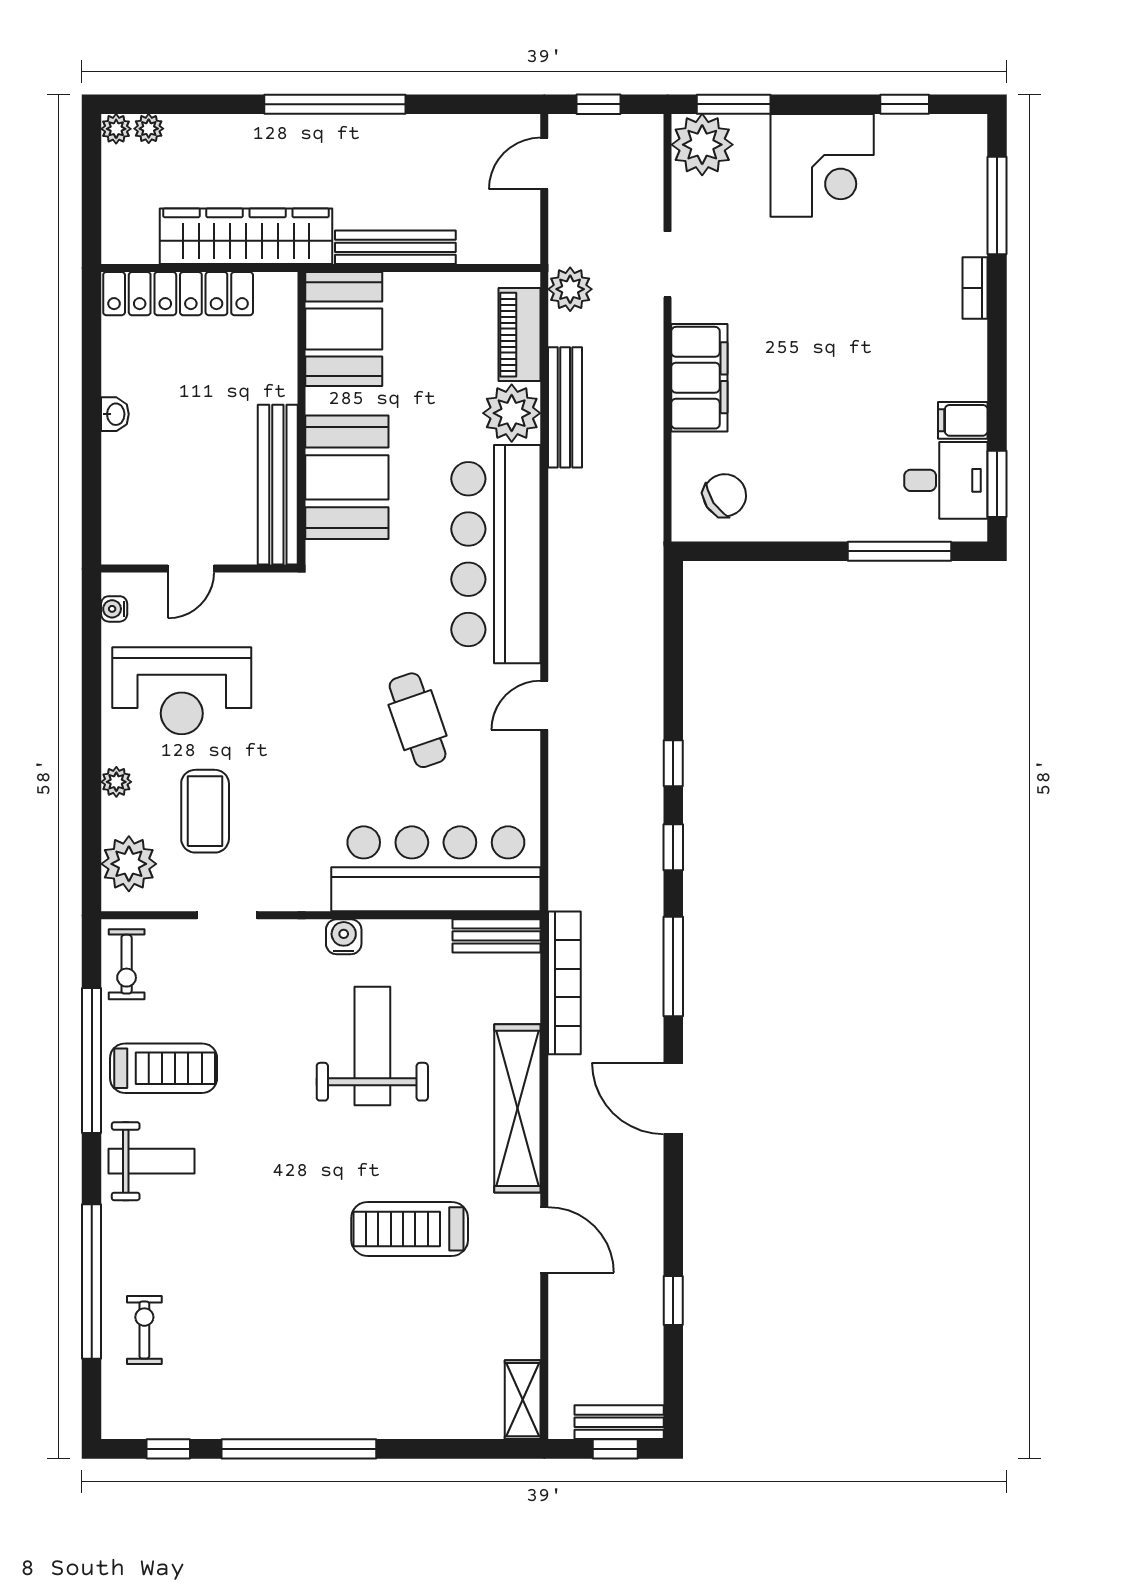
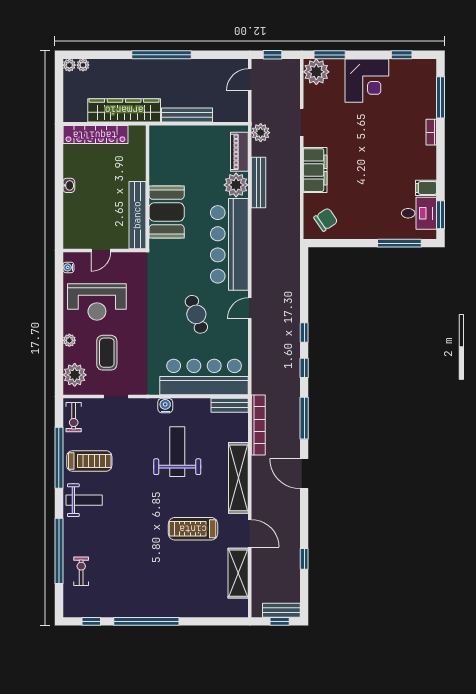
booth: (344, 329) -> (165, 149), removed
shelving: (523, 1400) -> (238, 573), moved, width x1.50, depth x1.33

